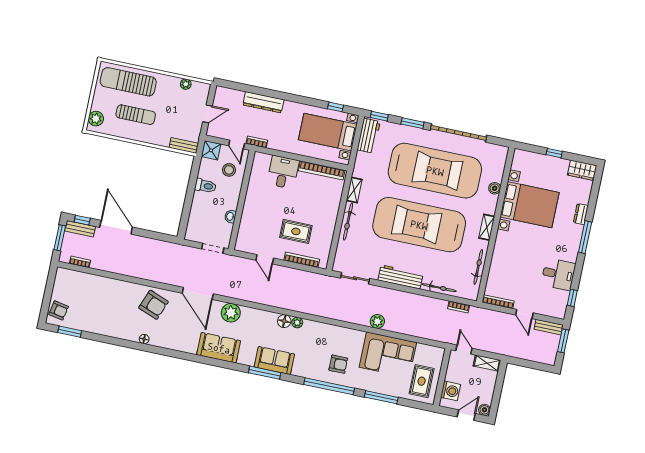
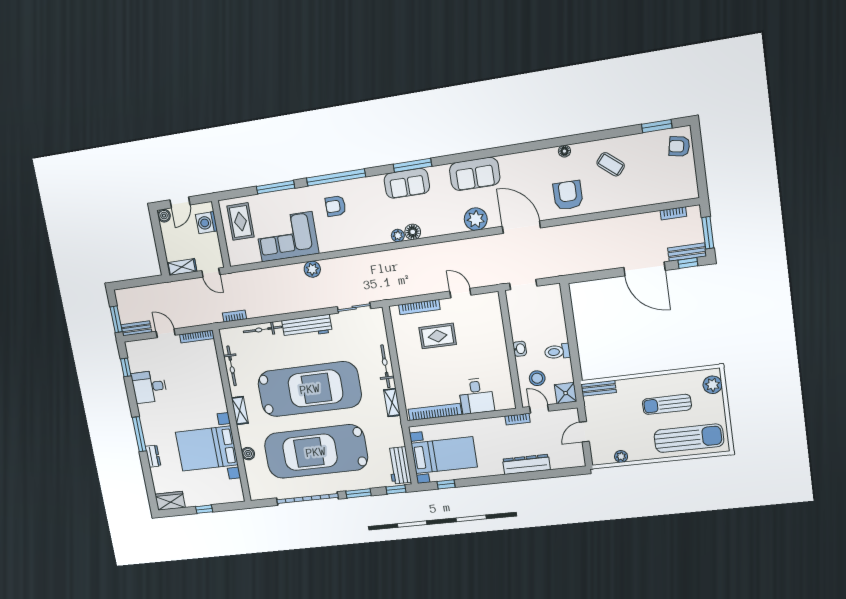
washbasin: (230, 216) -> (520, 349), moved
armchair: (153, 305) -> (568, 195), turned 69
coffee table: (113, 316) -> (611, 164), added

